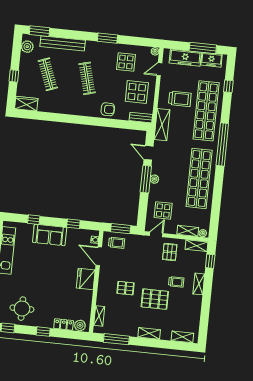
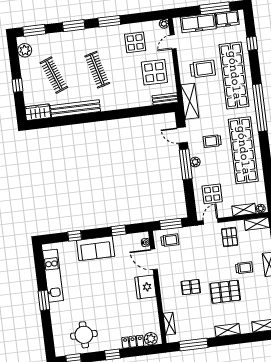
window: (75, 35) -> (74, 26), added
bench: (63, 43) -> (75, 109), moved
armchair: (108, 109) -> (127, 98), removed
trolley: (174, 164) -> (212, 141), added

